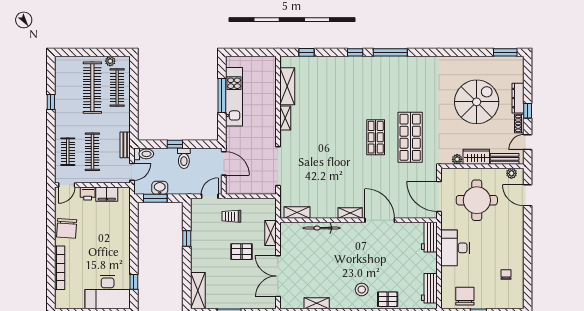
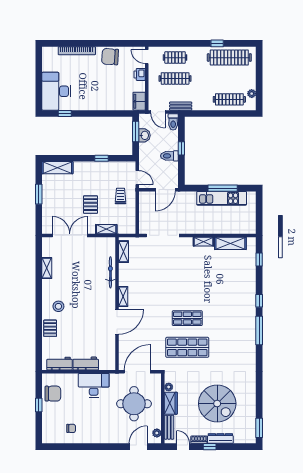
clothes rail: (92, 88) -> (229, 58), moved
filing cabinet: (107, 194) -> (139, 101), moved
workbench: (429, 237) -> (86, 364), moved

